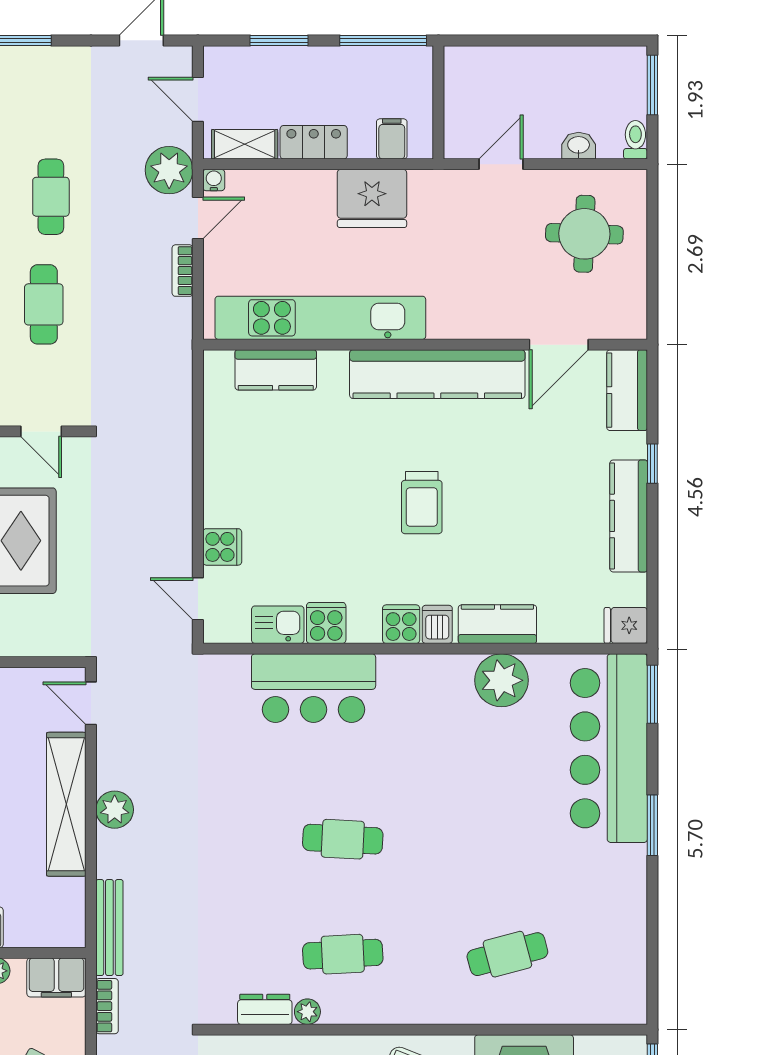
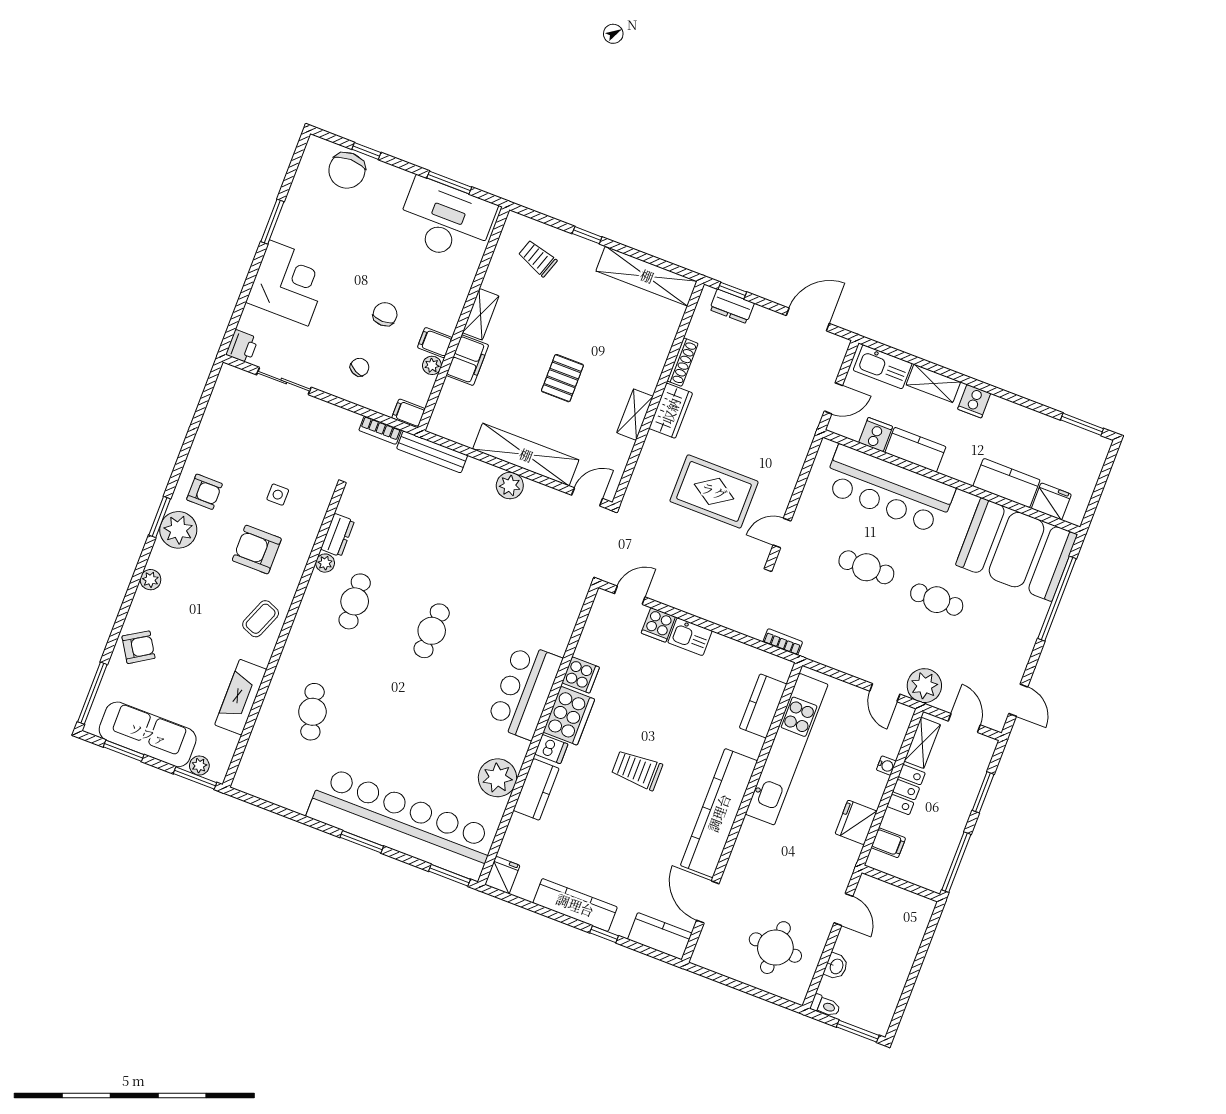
door: (198, 99) -> (964, 723), hinge flipped
water cooler: (214, 180) -> (886, 766), moved
fridge: (372, 198) -> (856, 822), width x0.73, depth x0.75
bookcase: (183, 271) -> (783, 642), moved
cooker: (401, 624) -> (569, 716), width x1.87, depth x1.31
kitchen sink: (278, 625) -> (690, 637), moved, turned 90
bar counter: (314, 688) -> (525, 691), moved
bar counter: (609, 748) -> (402, 824), width x1.36
filing cabinet: (56, 977) -> (408, 413), width x0.50

